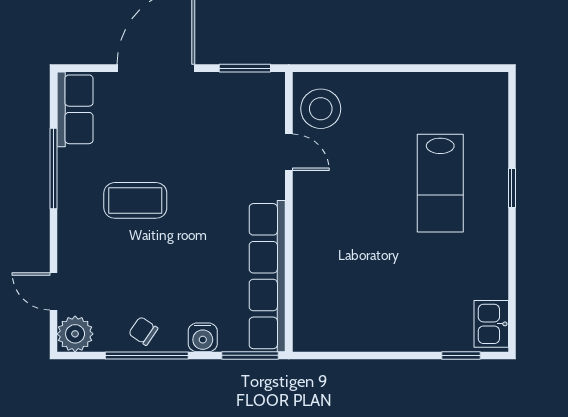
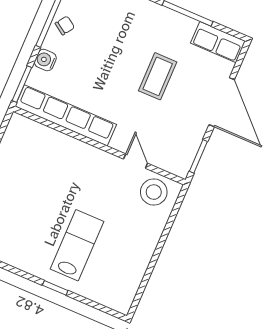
door: (289, 152) -> (136, 161), swing flipped
lab bench: (440, 183) -> (77, 245), turned 90
coffee table: (135, 200) -> (158, 76), moved

